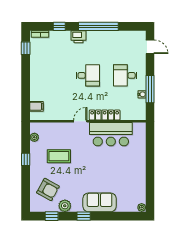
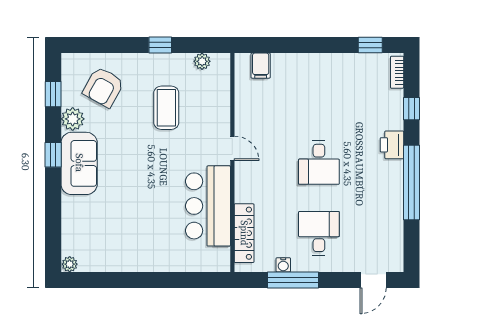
locker: (105, 115) -> (244, 233), moved
sofa: (100, 202) -> (79, 163), moved

